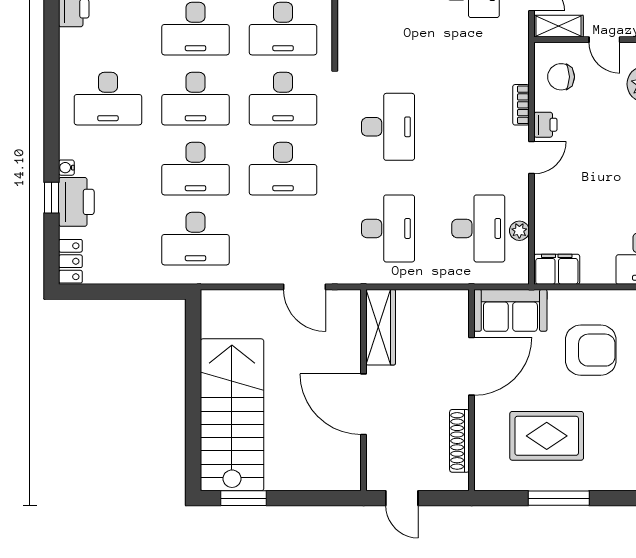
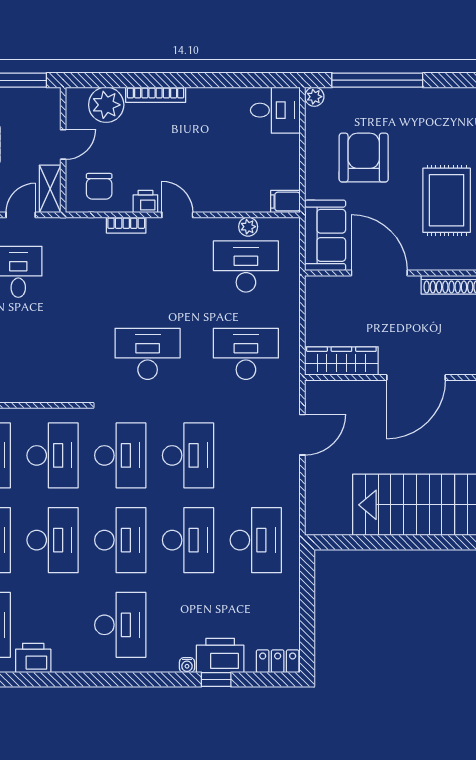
filing cabinet: (557, 269) -> (285, 202), width x0.50

